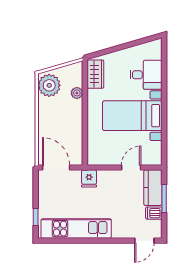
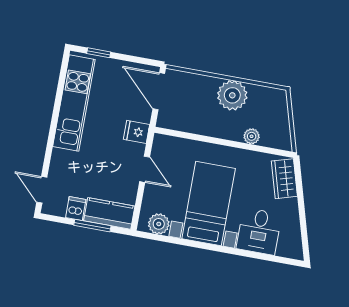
wardrobe: (95, 74) -> (284, 179), moved, turned 74
plant: (49, 85) -> (232, 95), moved
plant: (154, 150) -> (159, 224), added
door: (56, 168) -> (159, 91), swing flipped
door: (131, 168) -> (145, 169), moved

